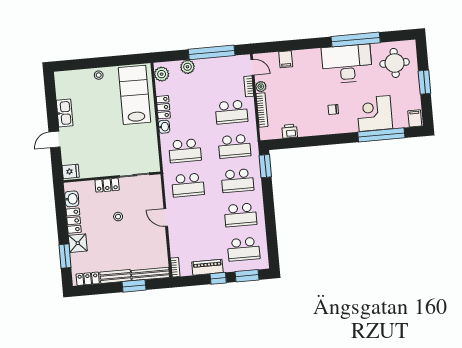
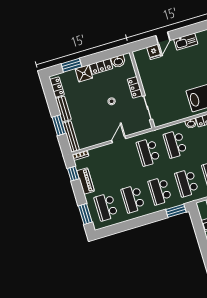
door: (55, 139) -> (163, 38), swing flipped
fridge: (71, 171) -> (154, 52), moved
window: (218, 278) -> (73, 174), moved

